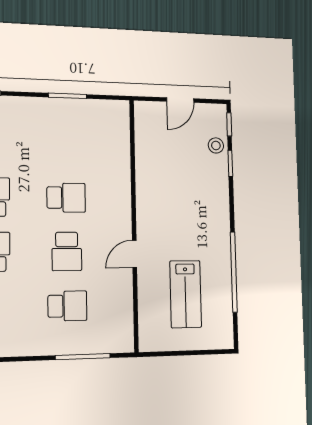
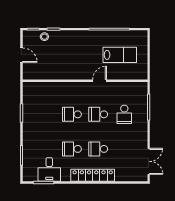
school desk: (66, 198) -> (72, 114), turned -90
school desk: (67, 251) -> (98, 114), turned 180
door: (135, 254) -> (100, 81), swing flipped
school desk: (67, 306) -> (124, 114), turned 180

